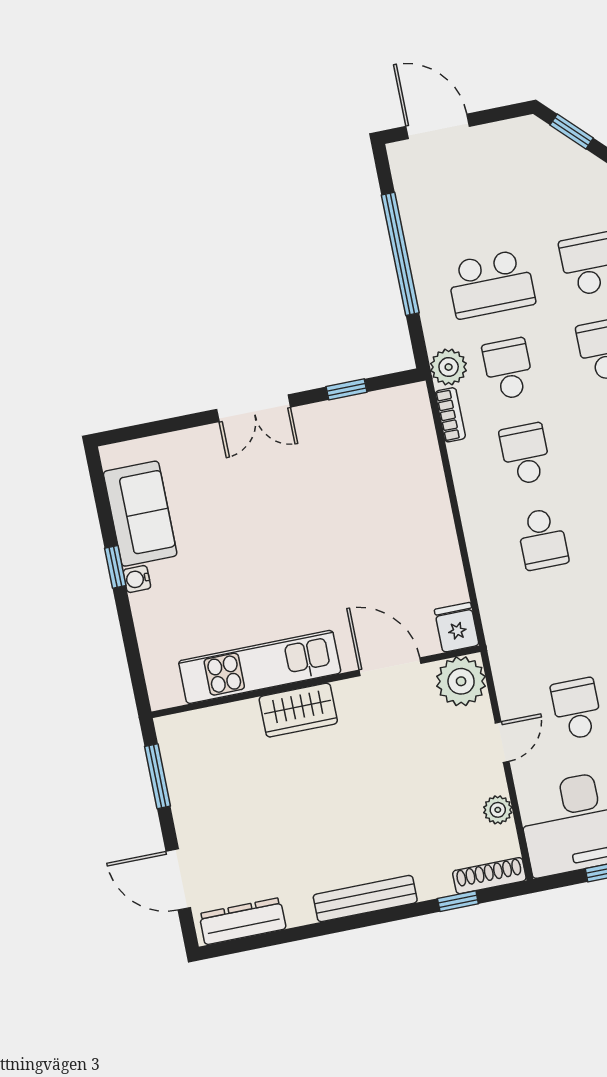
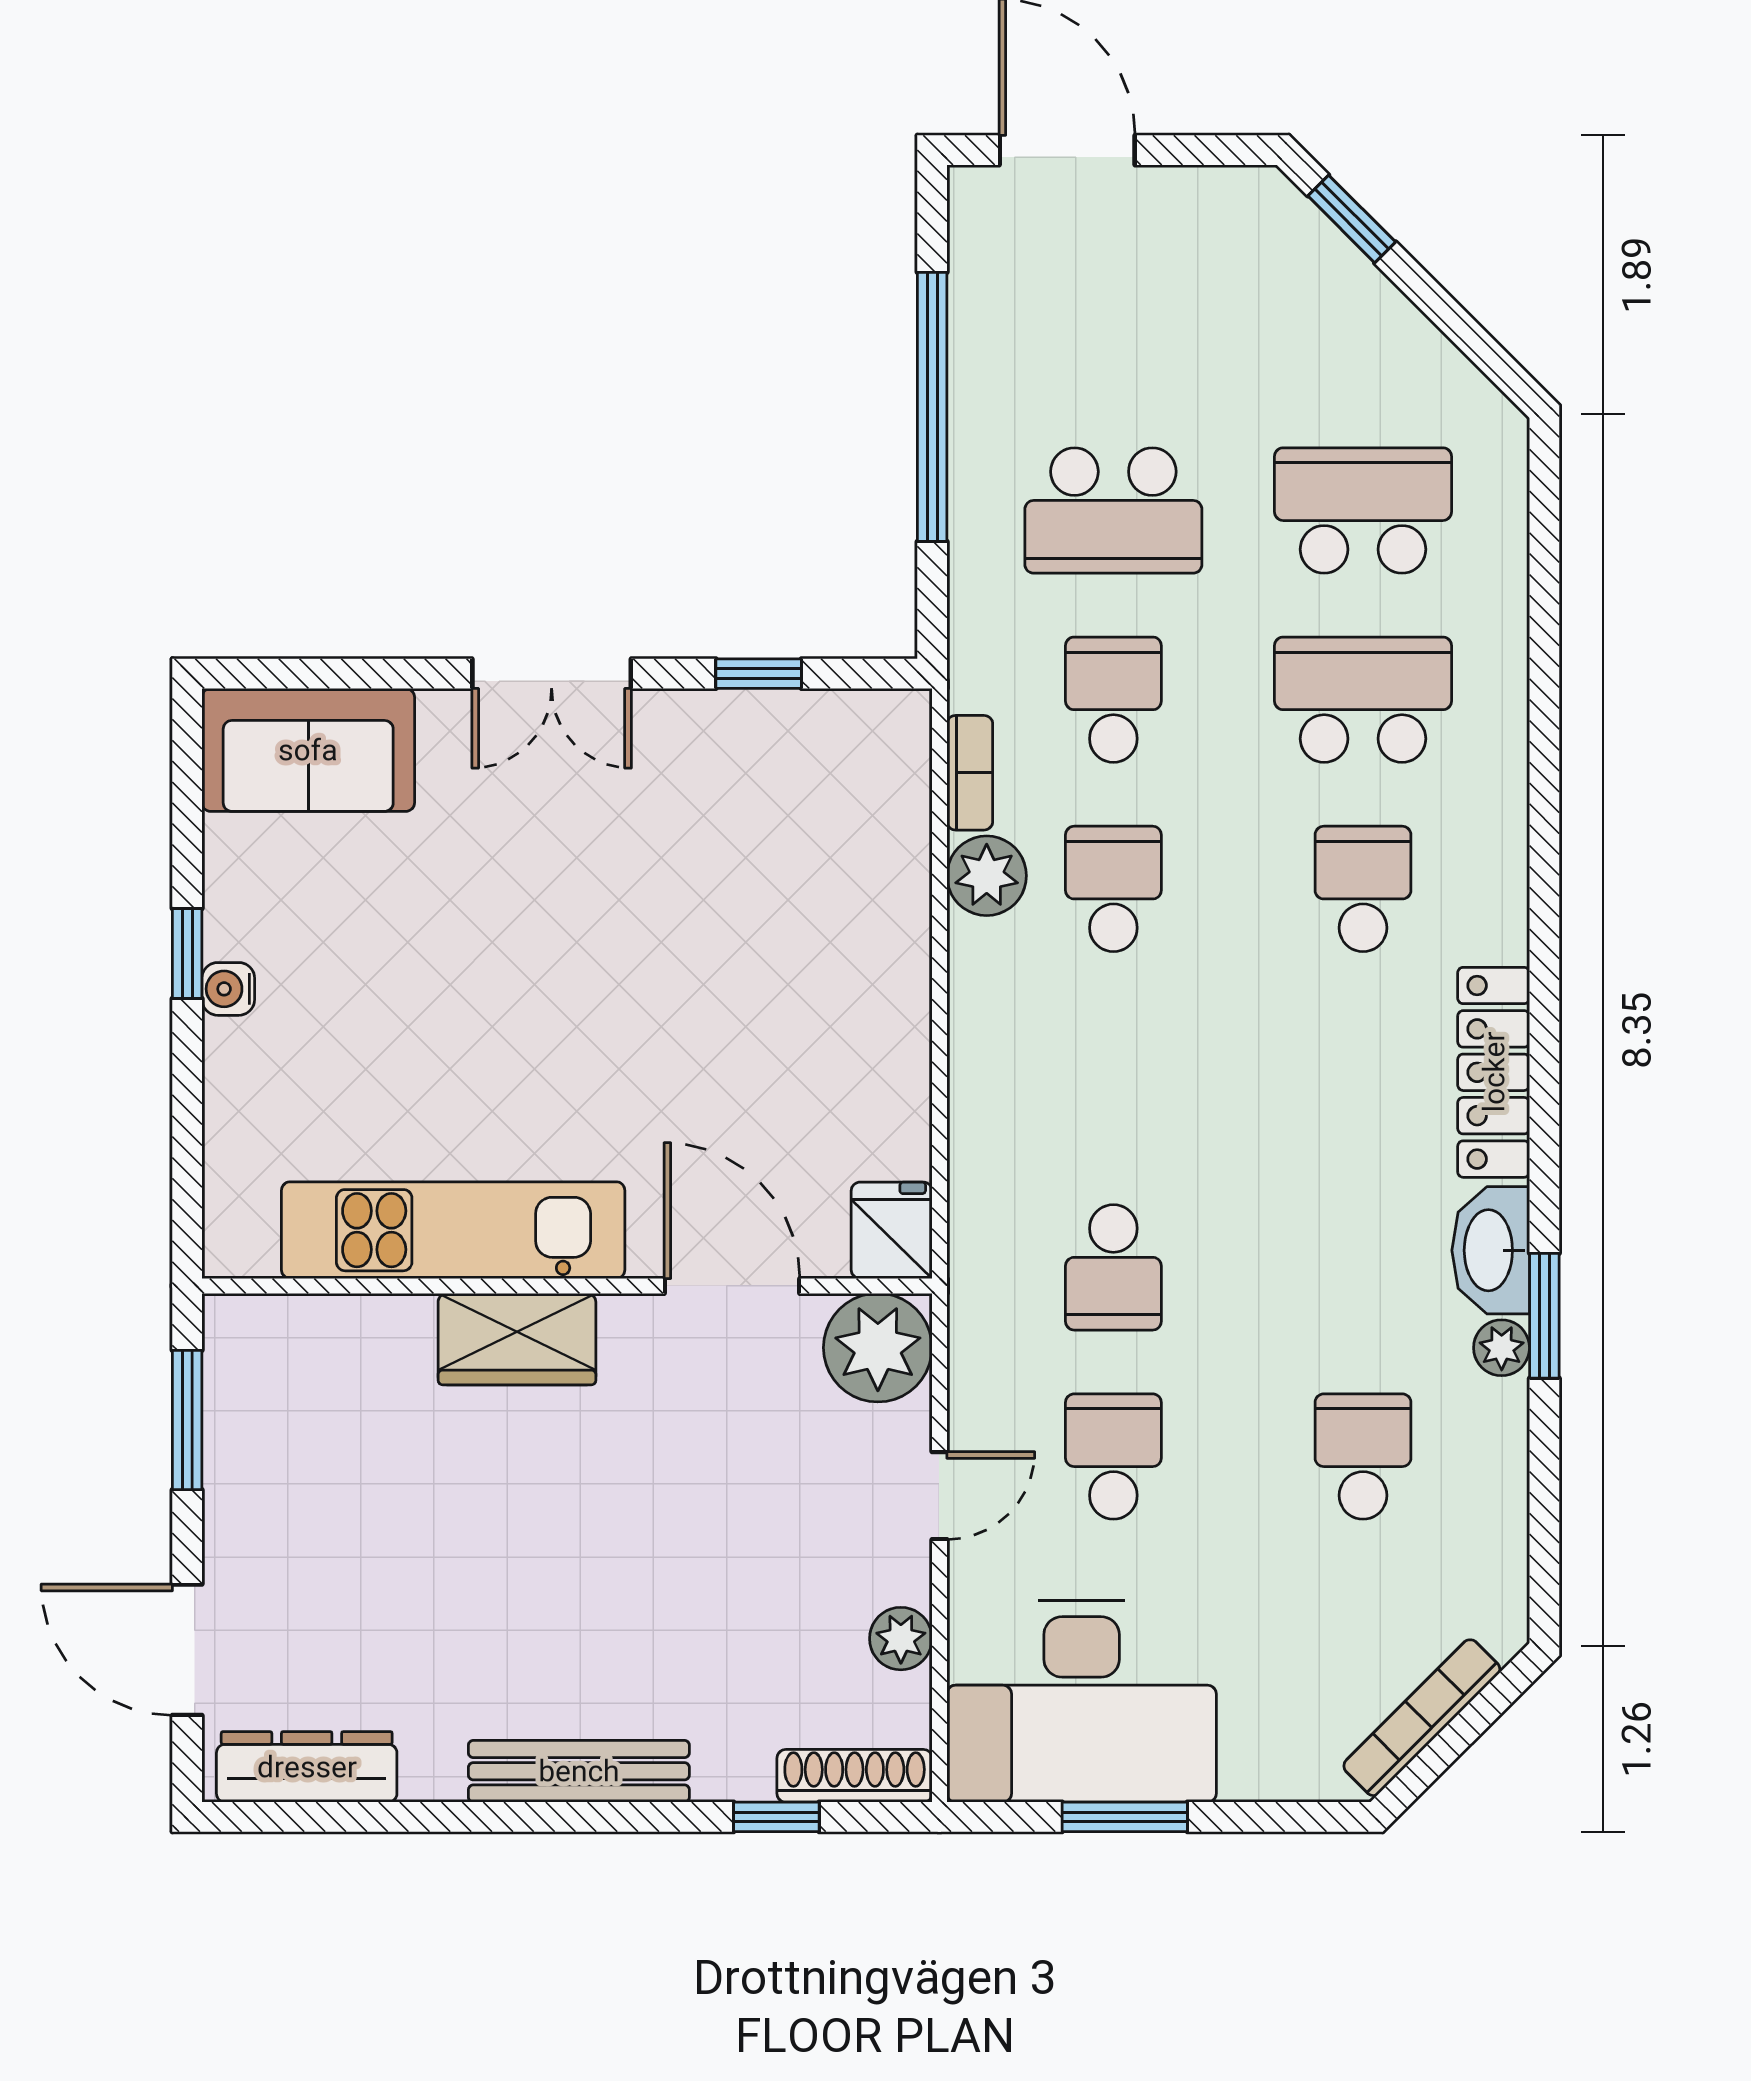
plant: (449, 367) -> (987, 876), moved
sofa: (140, 514) -> (308, 750), moved, turned 90
school desk: (542, 539) -> (1113, 1267), moved

